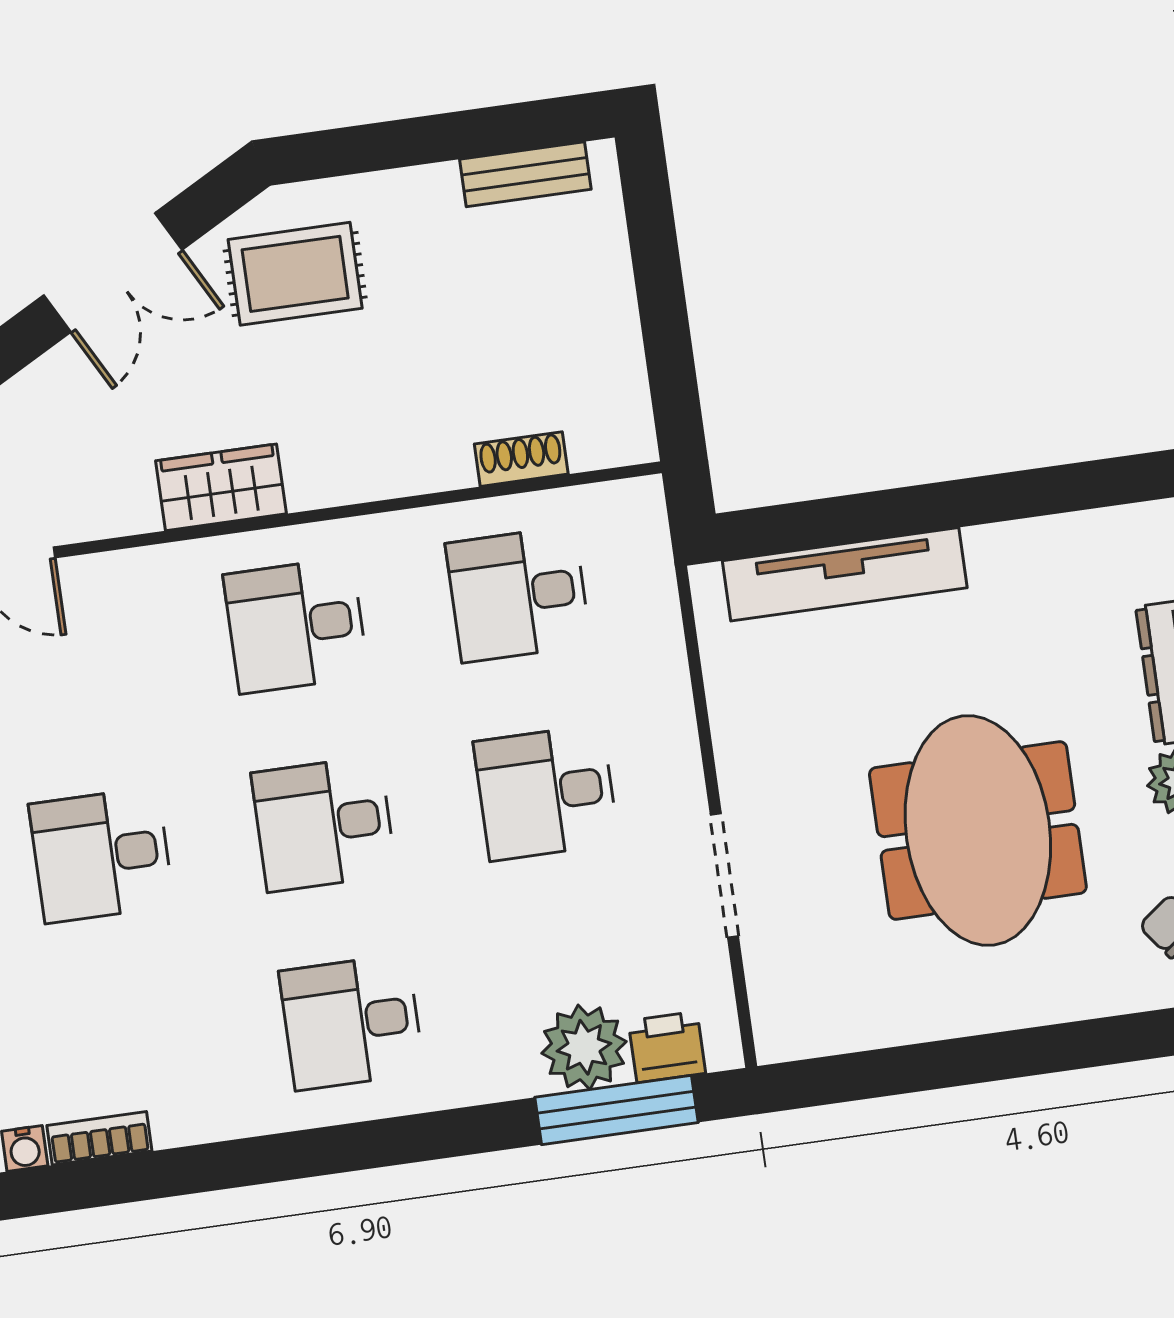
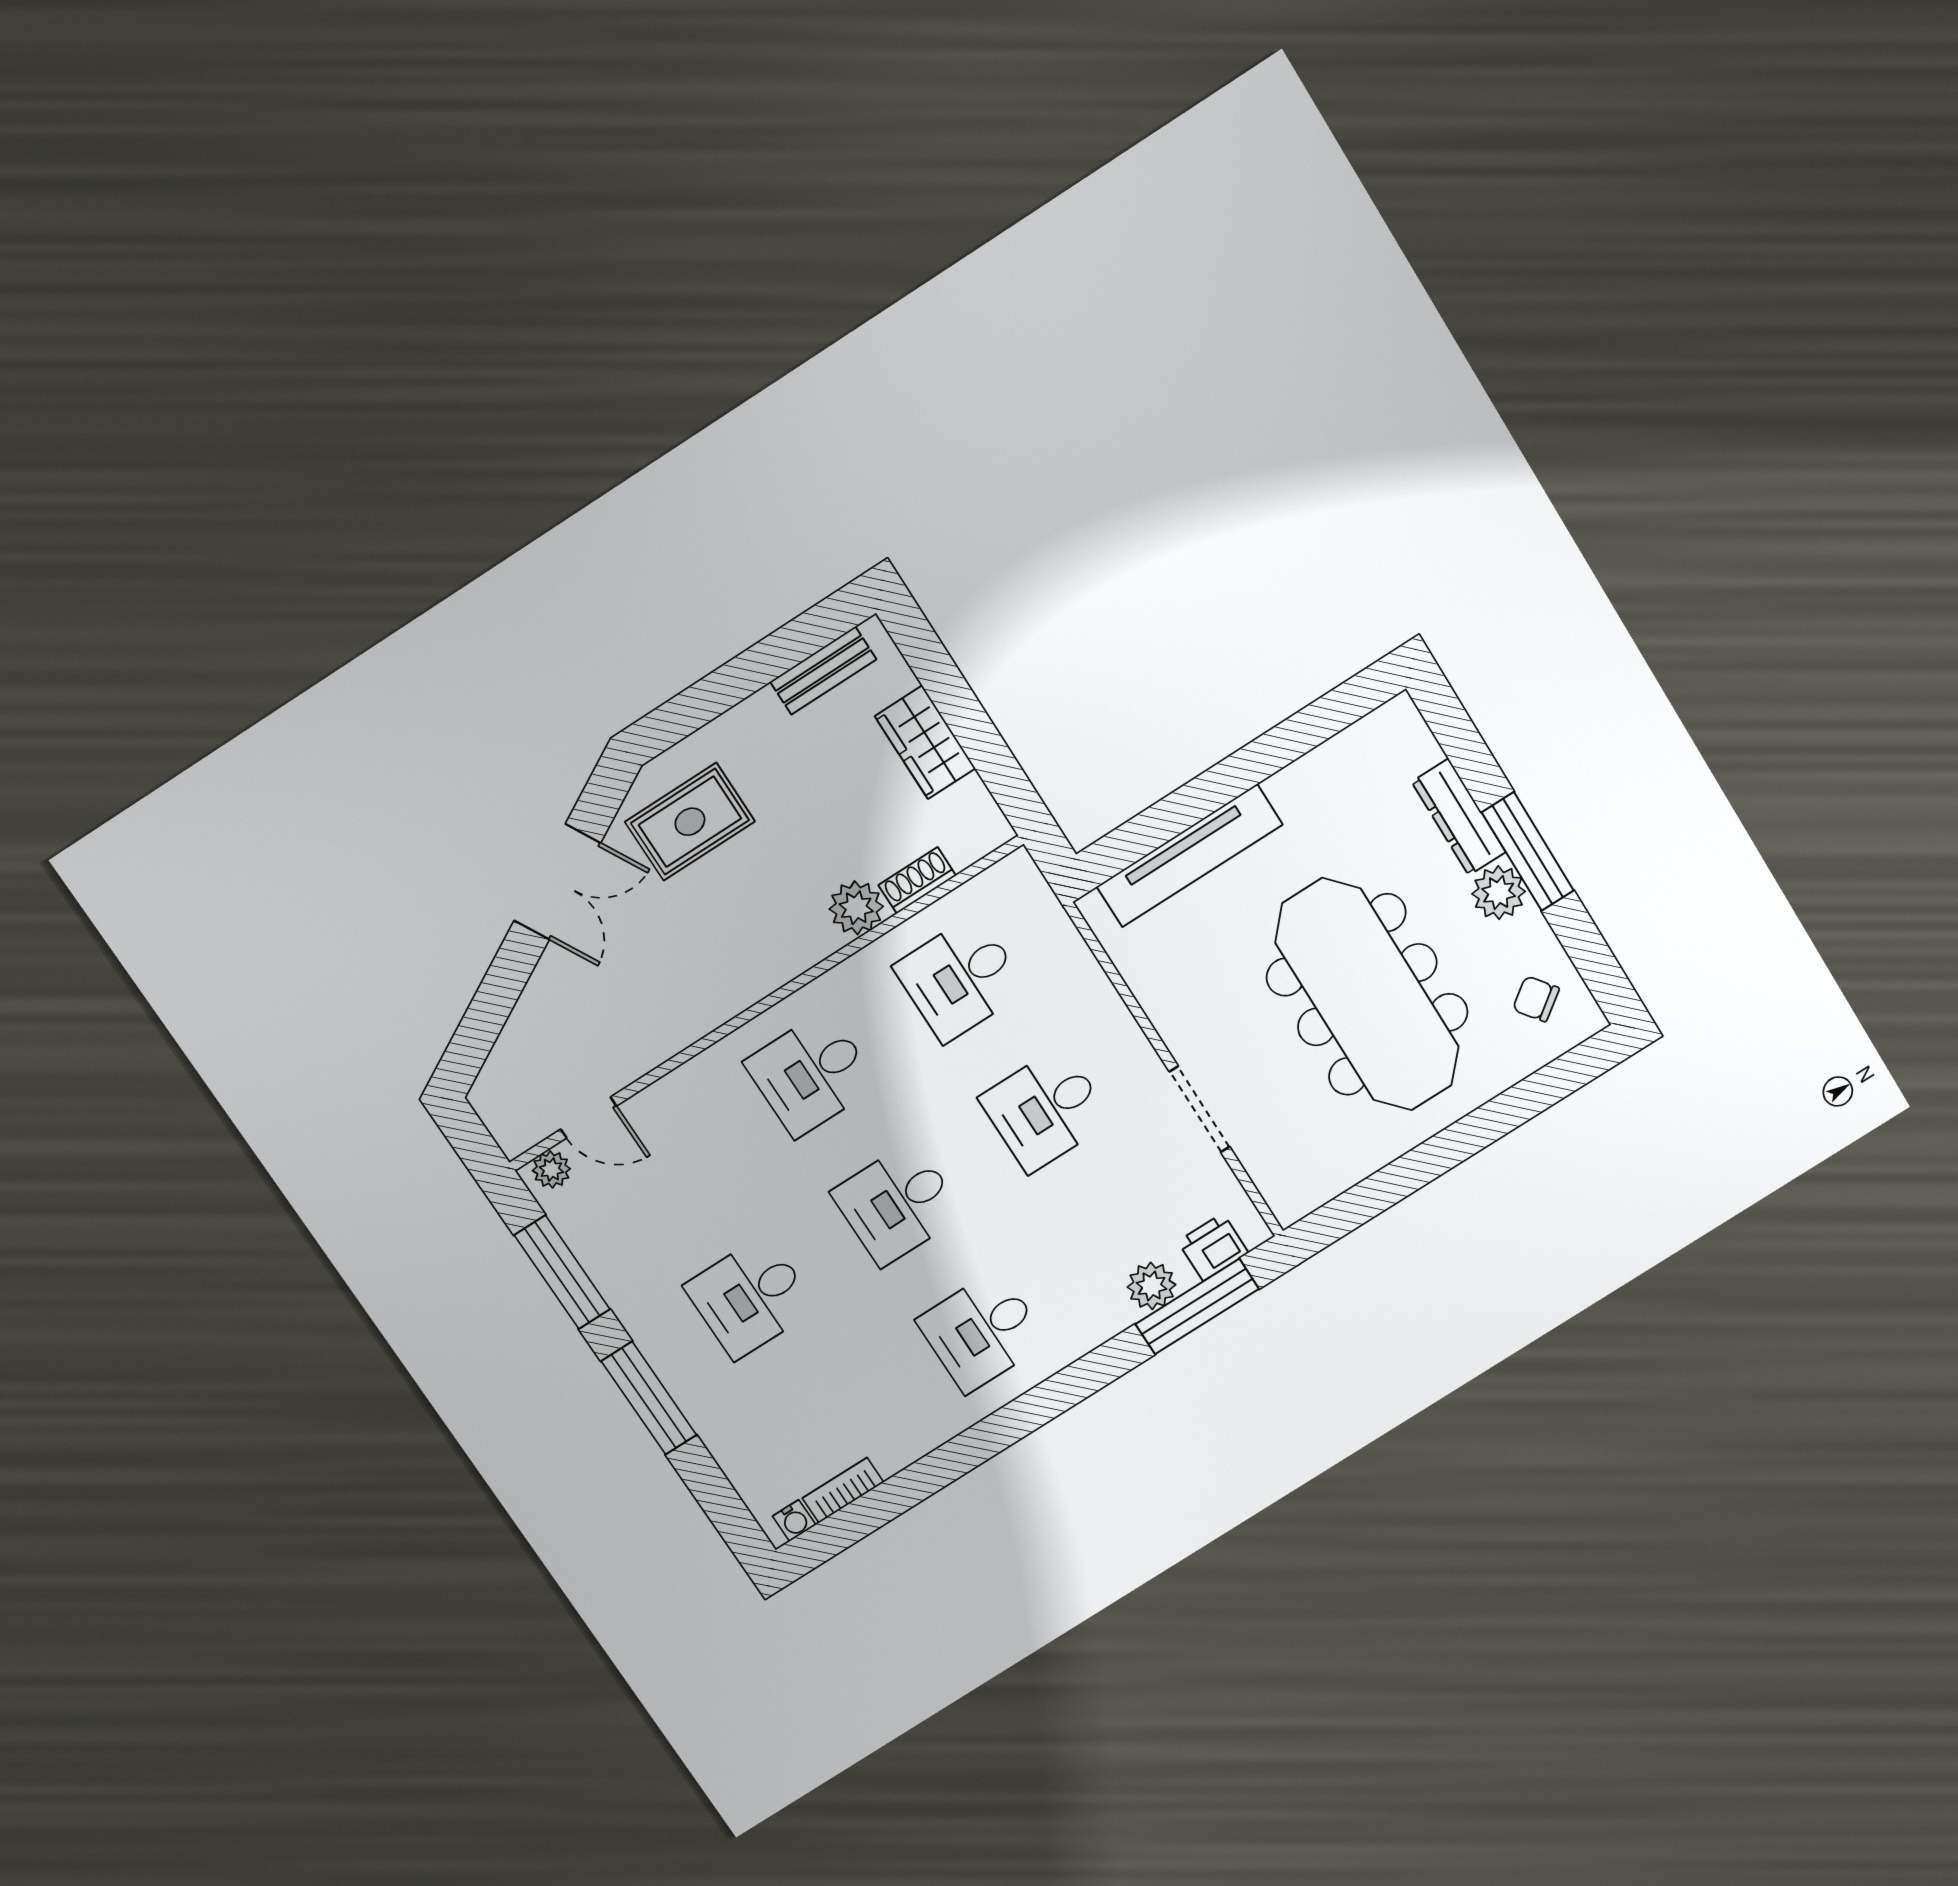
plant: (437, 458) -> (856, 908), added
wardrobe: (221, 487) -> (925, 742), moved, turned -90
meeting table: (978, 831) -> (1367, 995), width x1.36
plant: (584, 1047) -> (1152, 1286), width x0.73, depth x0.73

